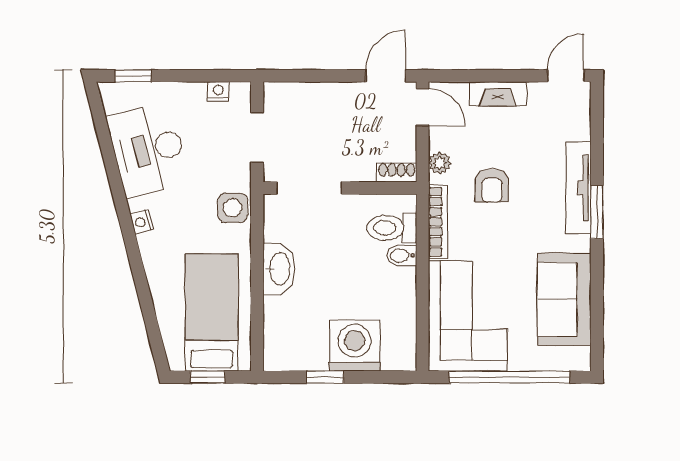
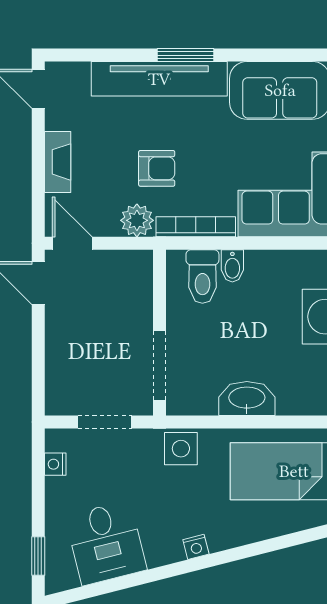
door: (423, 107) -> (72, 243), hinge flipped
desk: (148, 150) -> (106, 543), width x0.73
plant: (440, 163) -> (137, 220), width x1.38, depth x1.38
shoe rack: (397, 172) -> (143, 271), removed
tv unit: (578, 188) -> (159, 79), width x1.36, depth x1.29

